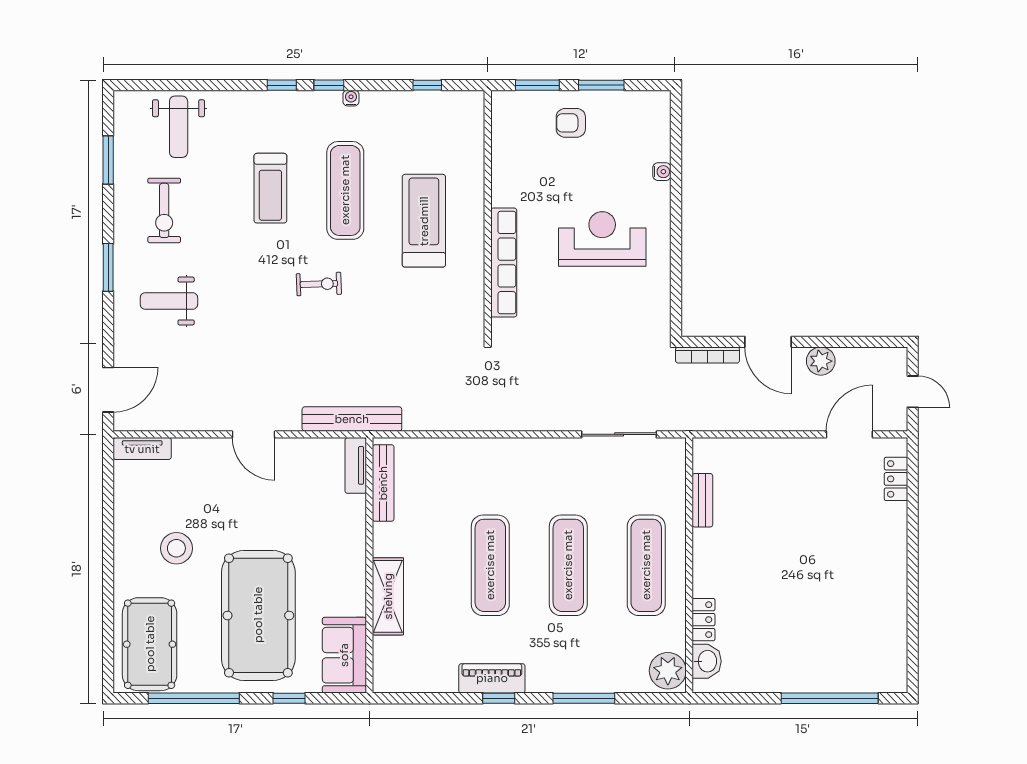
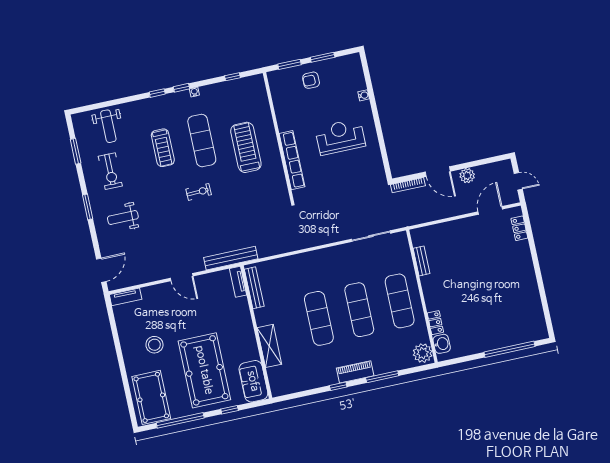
piano: (492, 678) -> (355, 372), moved

